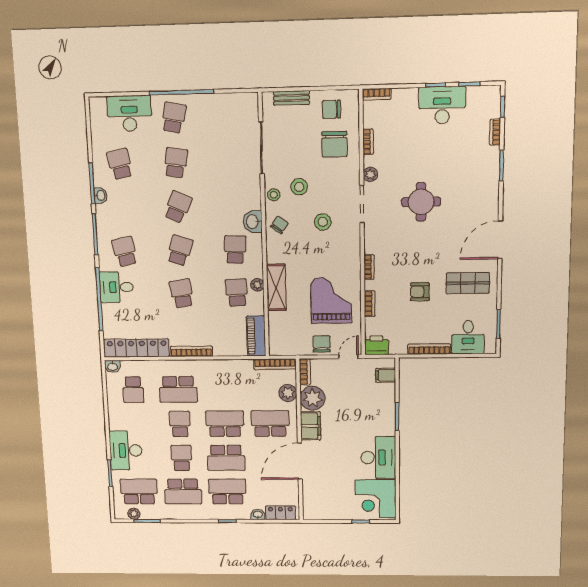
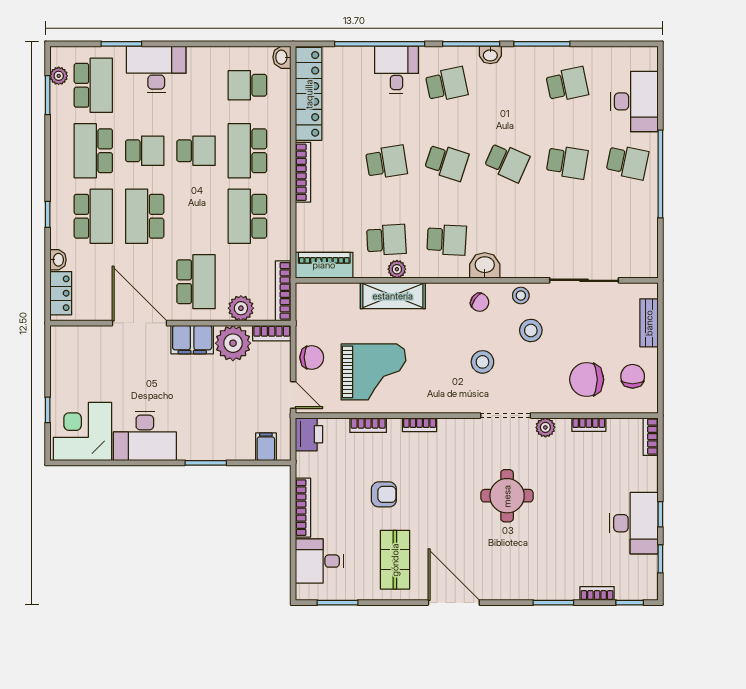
washbasin: (101, 195) -> (490, 55), moved
armchair: (420, 292) -> (384, 494), turned 90
school desk: (225, 424) -> (247, 216), moved, turned 180

